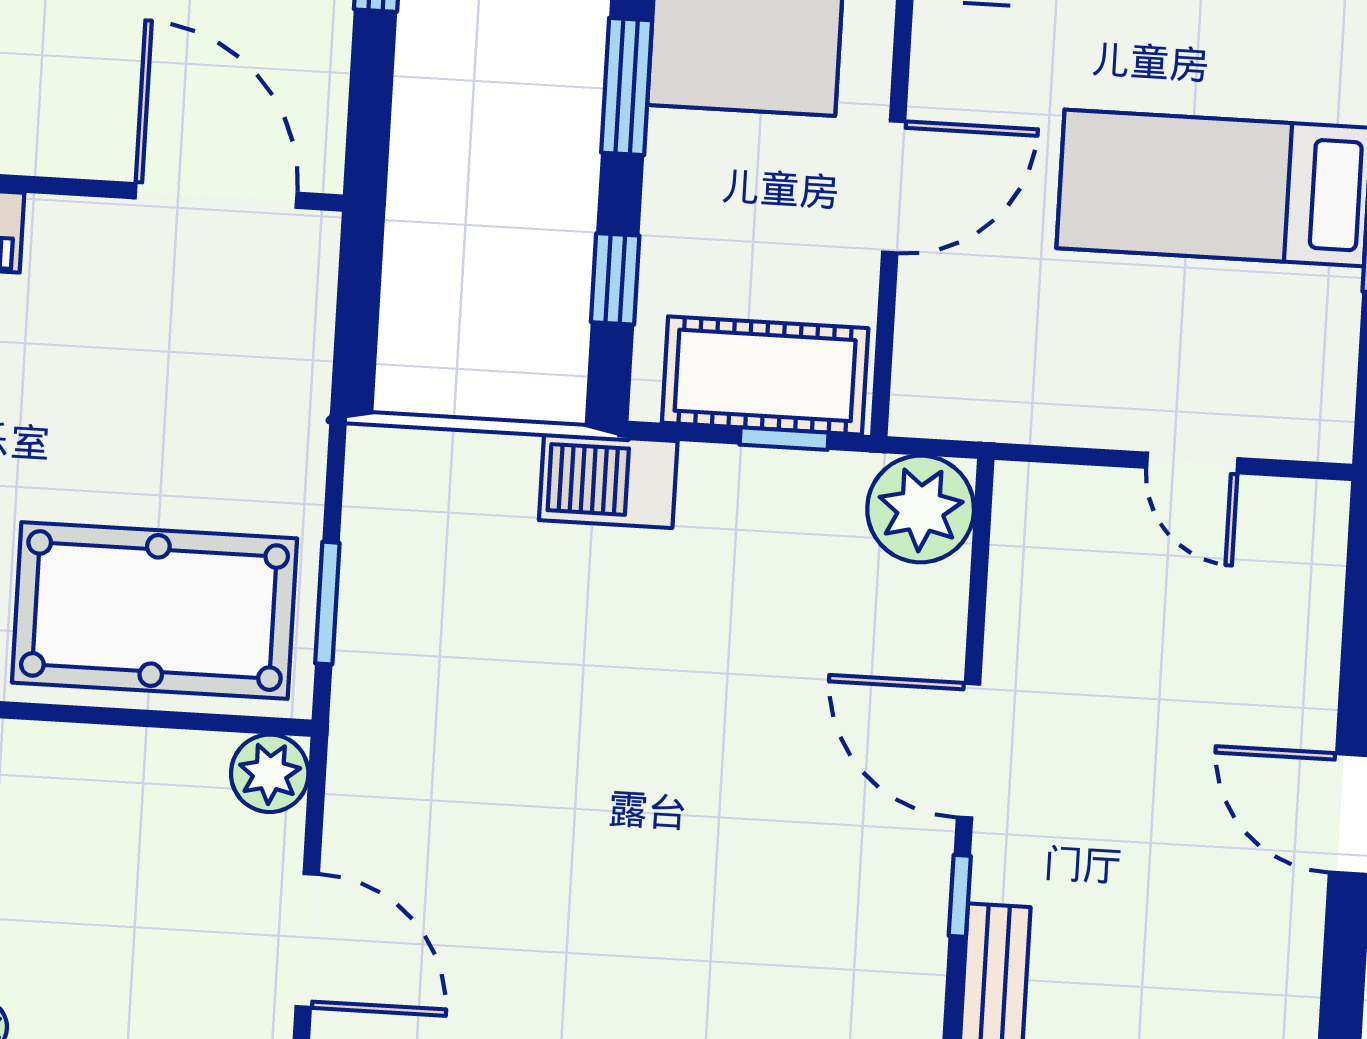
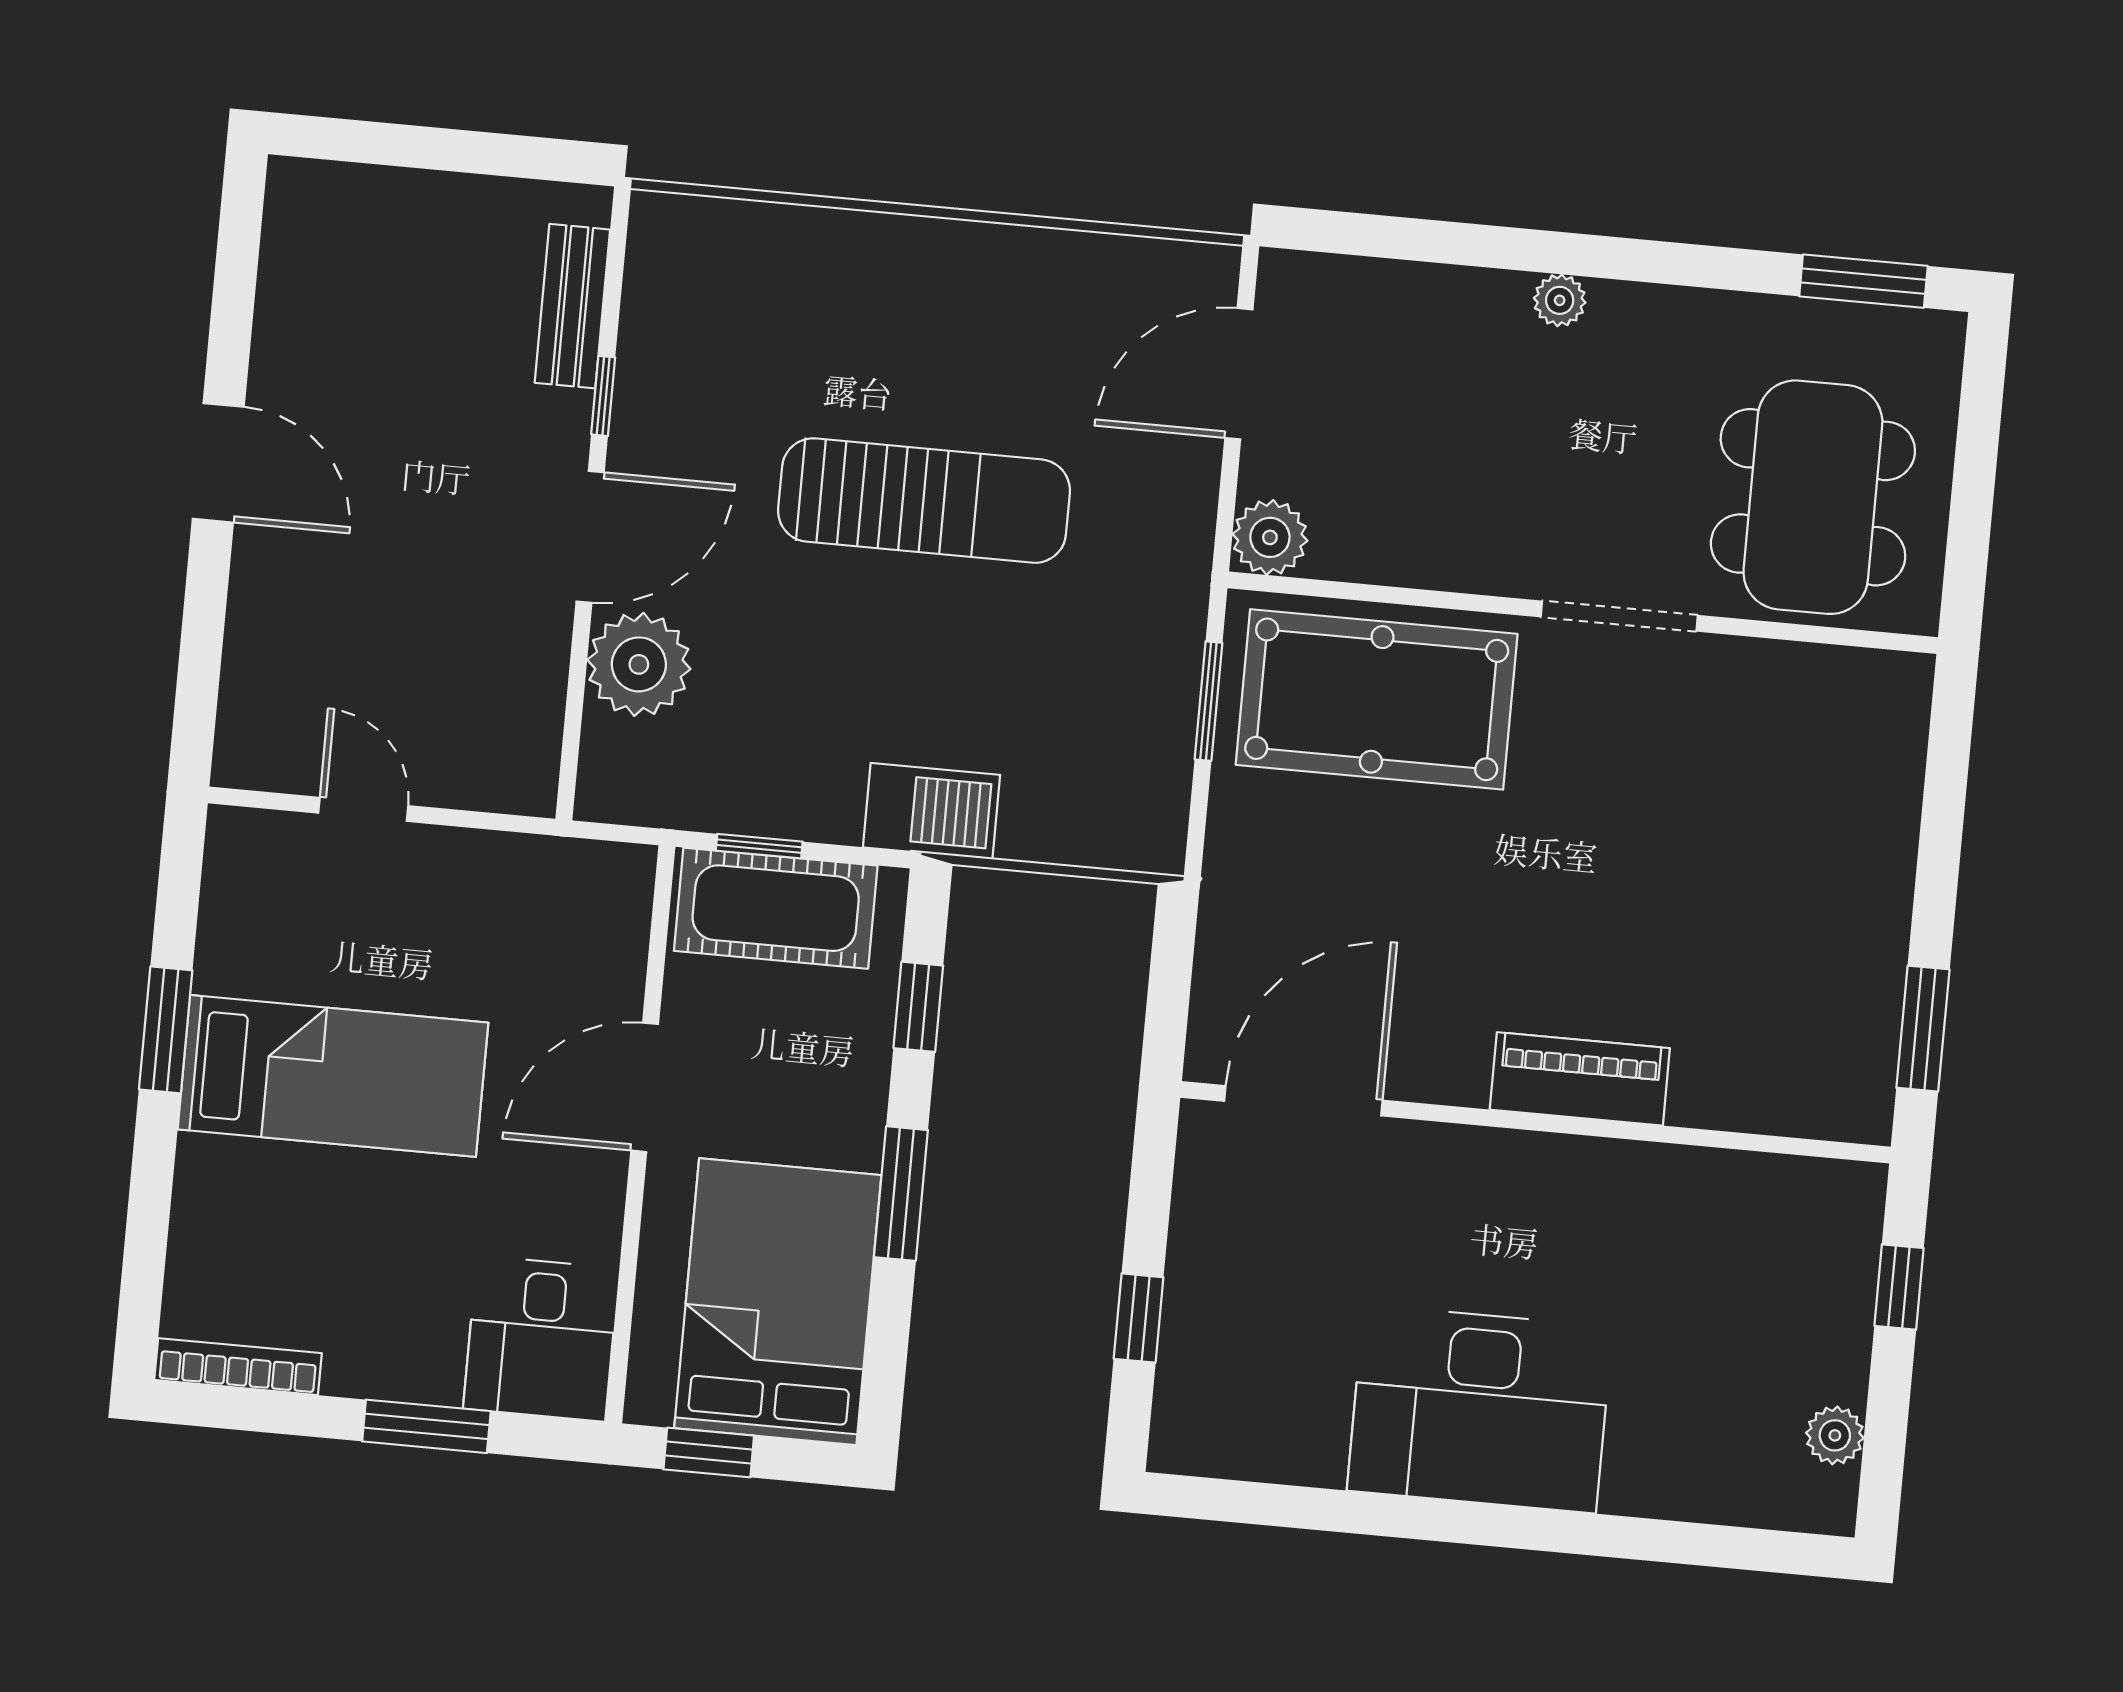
door: (216, 196) -> (1303, 1101), swing flipped
plant: (921, 509) -> (639, 664), moved
door: (968, 751) -> (590, 537), hinge flipped
sun lounger: (626, 799) -> (924, 501), added
door: (307, 941) -> (1239, 374), hinge flipped

